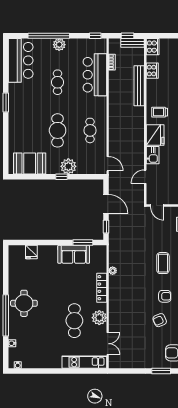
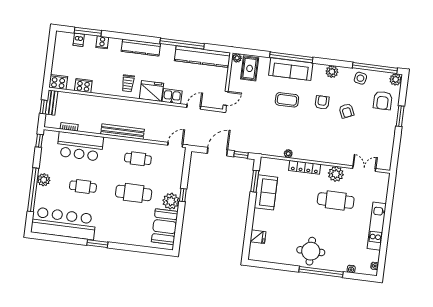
bar counter: (21, 60) -> (63, 223), width x1.36
bench: (139, 86) -> (123, 132), moved
plant: (68, 166) -> (171, 201), moved
door: (145, 177) -> (194, 107), swing flipped
kitchen unit: (84, 362) -> (377, 226), moved

